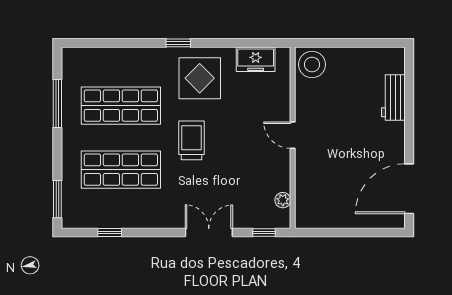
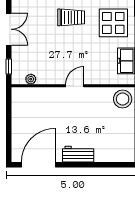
workbench: (393, 98) -> (78, 154), moved
door: (409, 189) -> (38, 165), hinge flipped

